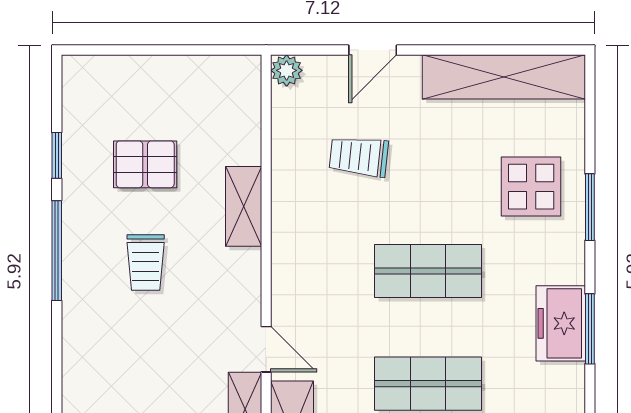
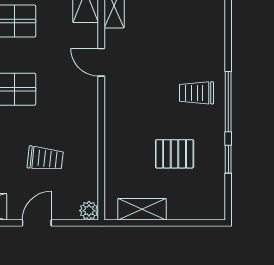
shelving: (244, 206) -> (142, 209), moved, turned 90
trolley: (146, 262) -> (197, 93), moved, turned -90
door: (266, 349) -> (101, 62), moved

